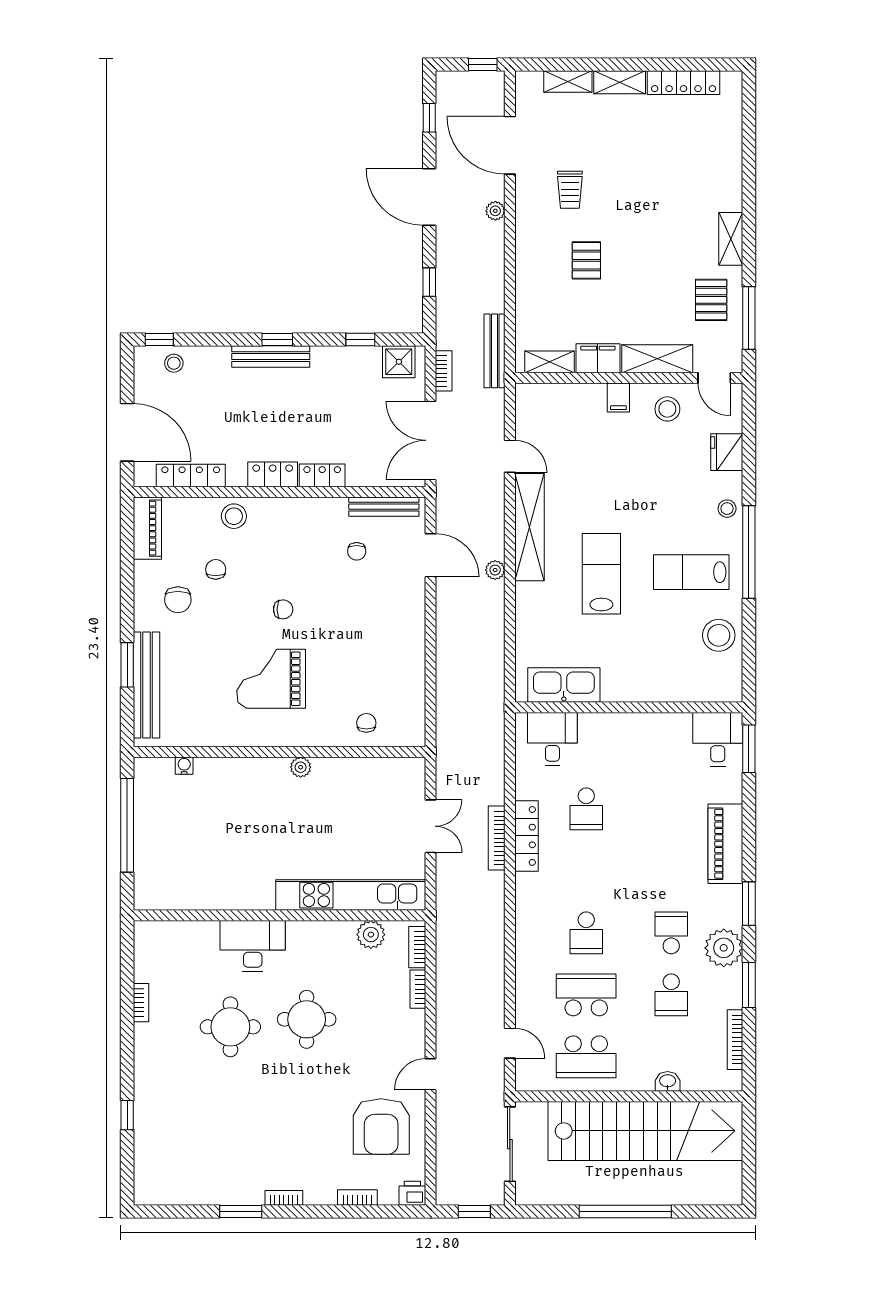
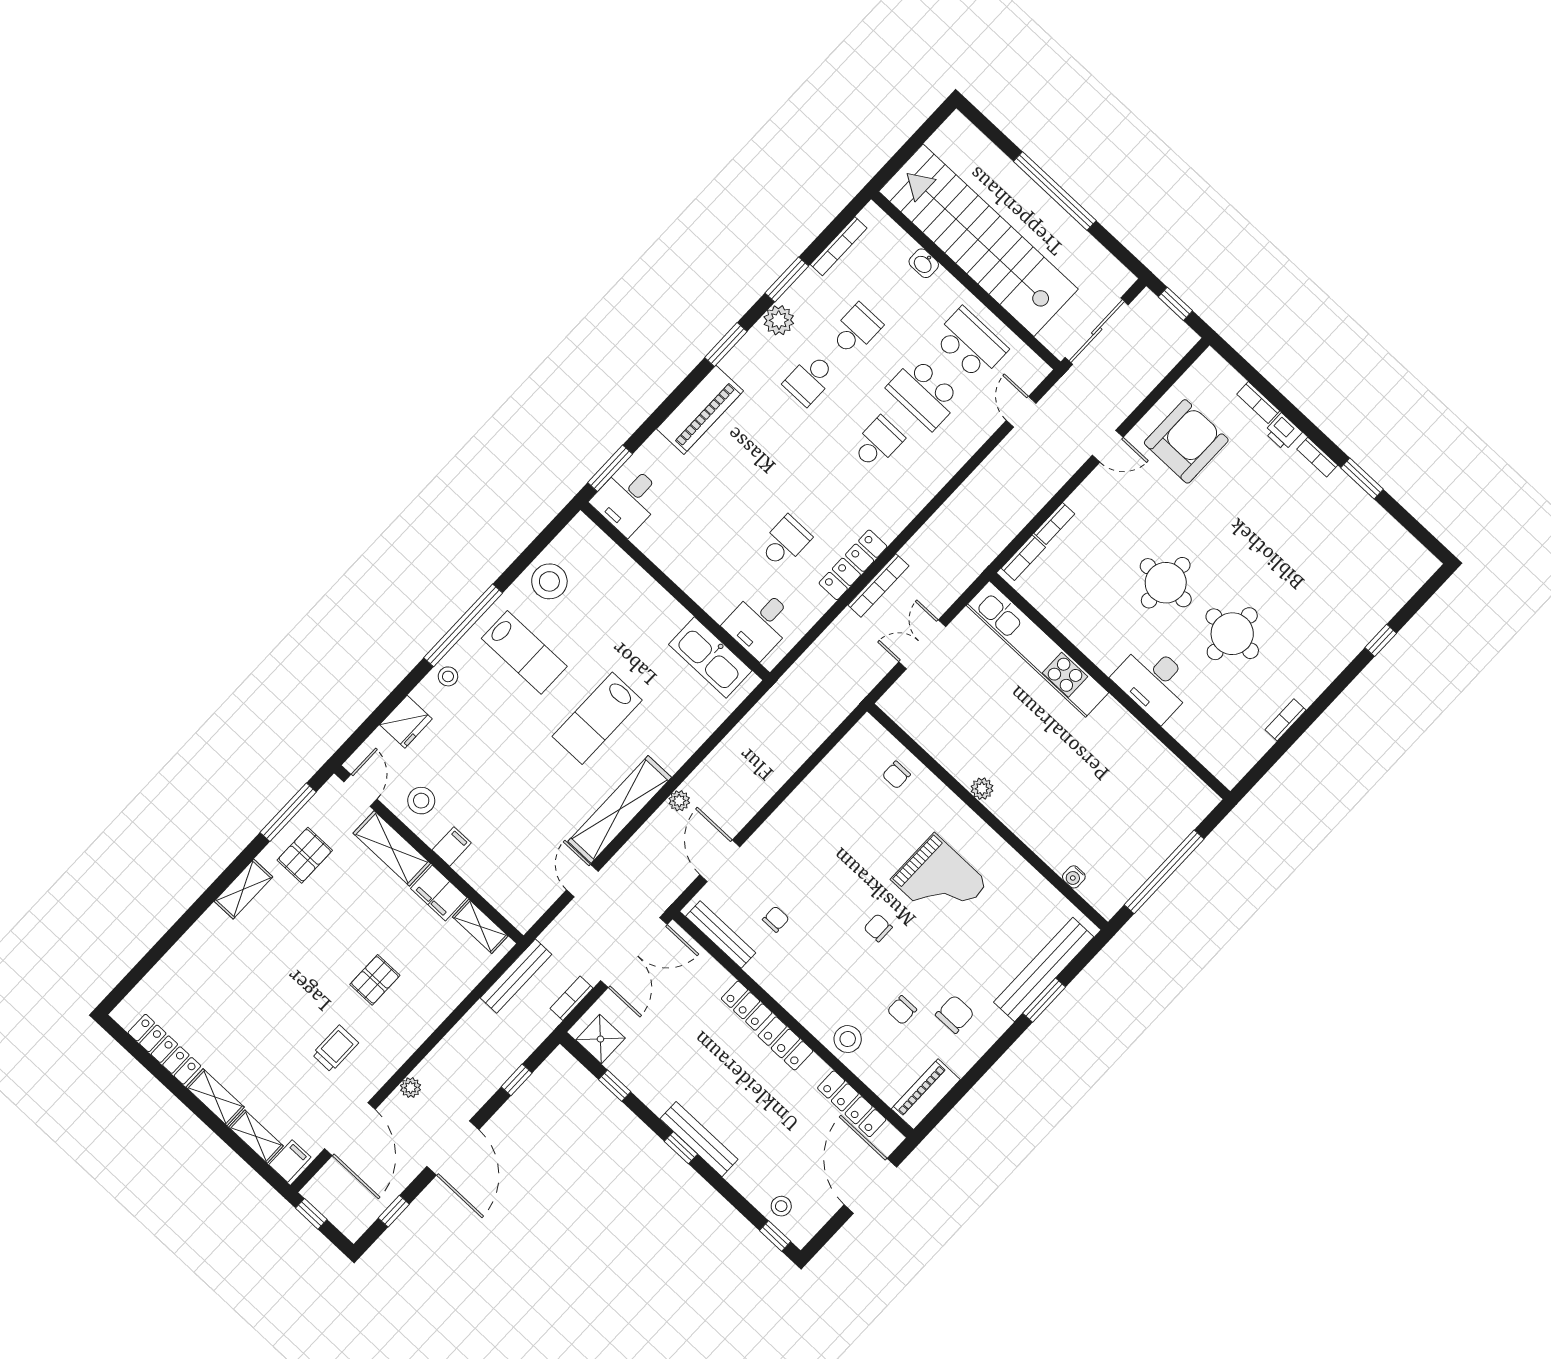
filing cabinet: (530, 86) -> (290, 1161), added
plant: (371, 935) -> (1051, 602), removed
plant: (724, 948) -> (779, 320), width x0.73, depth x0.73
printer: (412, 1193) -> (1283, 432), moved

